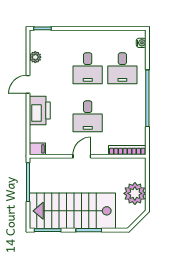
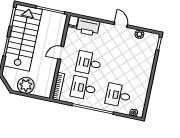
desk: (88, 68) -> (83, 88), moved
printer: (40, 110) -> (88, 27), moved
door: (82, 156) -> (61, 53), swing flipped

